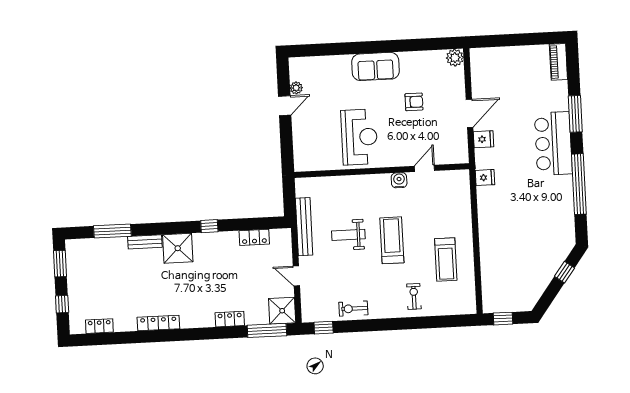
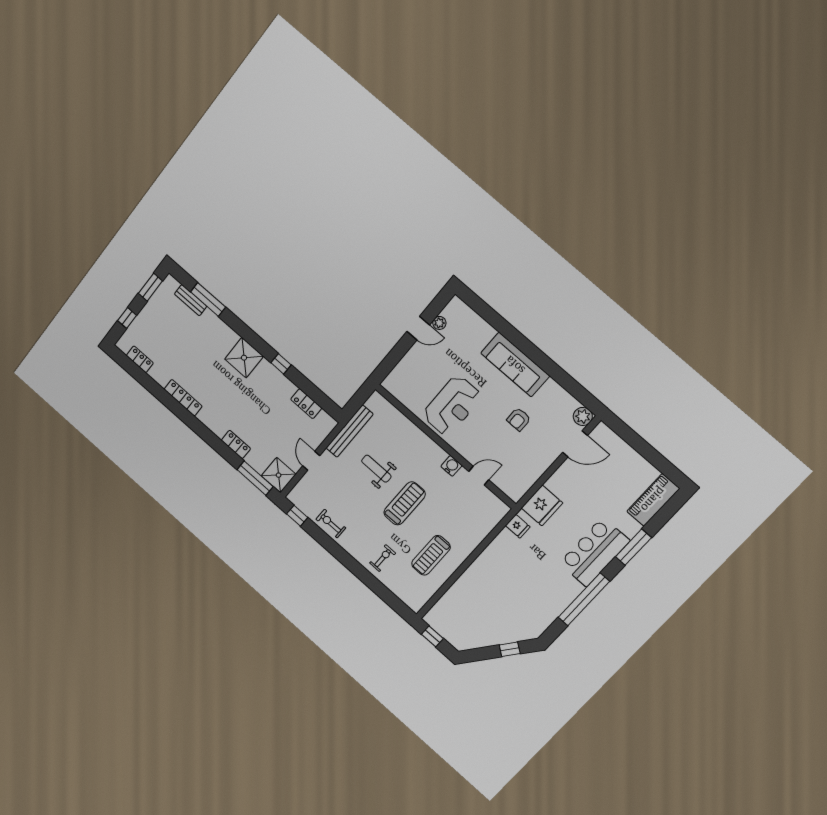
piano: (558, 62) -> (653, 500), width x1.37, depth x1.33
sofa: (375, 66) -> (515, 365), width x1.36
armchair: (414, 102) -> (519, 419), turned 90
door: (469, 113) -> (575, 444), moved
fridge: (484, 139) -> (542, 505), width x1.88, depth x1.34
bench: (145, 242) -> (191, 300), moved

